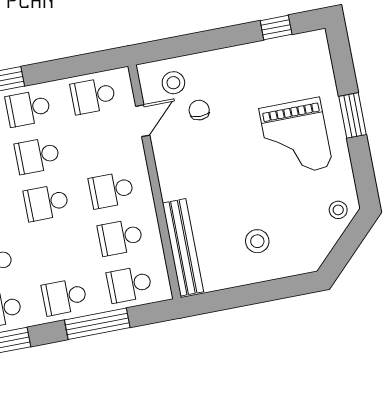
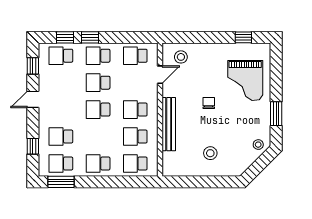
chair: (199, 110) -> (209, 103), moved
window: (353, 115) -> (276, 114), moved
grand piano: (296, 138) -> (245, 81), moved
bench: (183, 247) -> (169, 124), moved
window: (97, 324) -> (113, 182), removed

